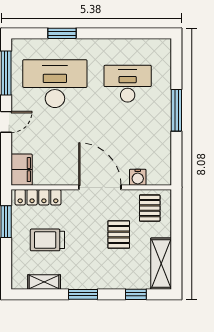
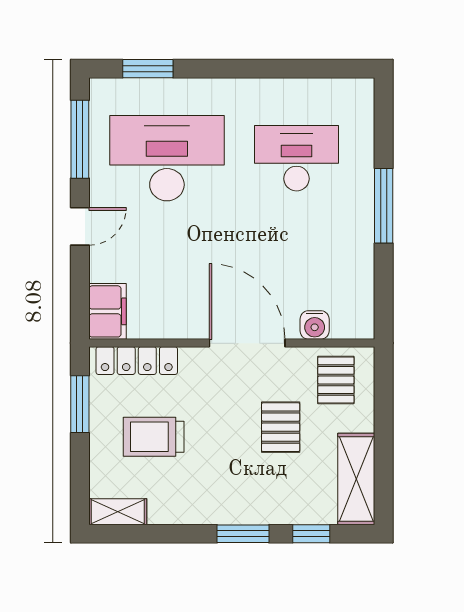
window: (62, 33) -> (148, 69), moved
shelving: (44, 282) -> (118, 512), moved
window: (83, 294) -> (243, 534), moved

